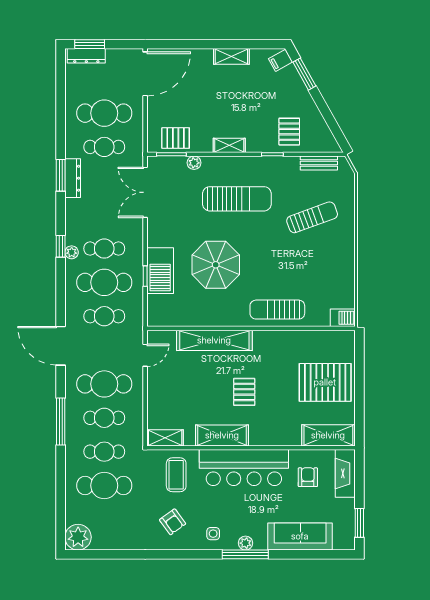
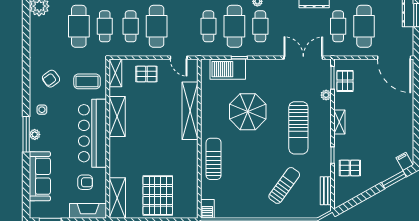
shelving: (231, 56) -> (407, 124), removed
sun lounger: (312, 217) -> (284, 185), turned -124
barbecue: (160, 271) -> (228, 69), moved
pallet: (244, 392) -> (146, 74), moved

